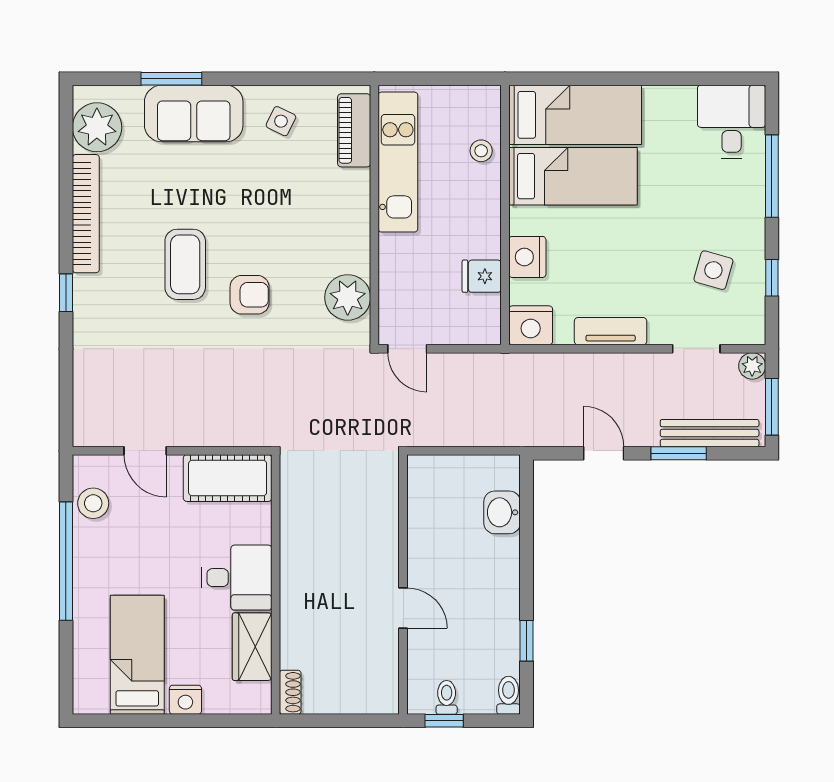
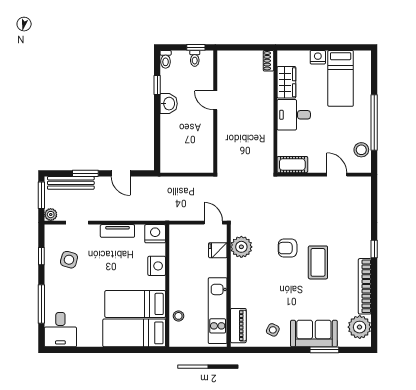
fridge: (482, 276) -> (218, 250), moved, turned 180
cot: (228, 478) -> (292, 165), width x0.73, depth x0.75
washbasin: (502, 512) -> (169, 104), moved

